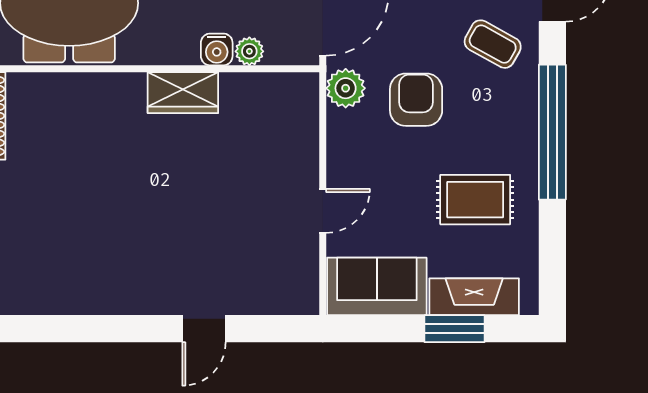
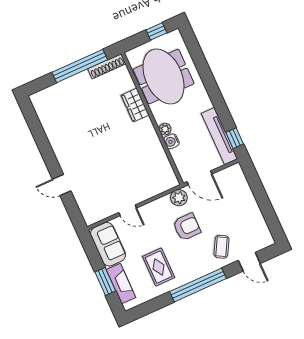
plant: (249, 51) -> (165, 129), moved
wardrobe: (183, 93) -> (135, 105), moved

